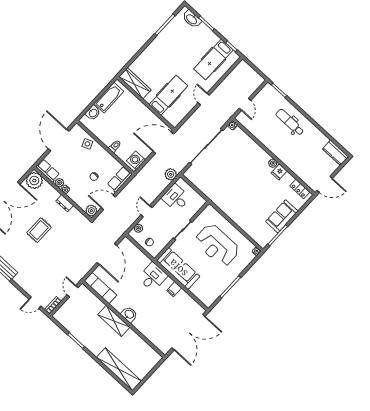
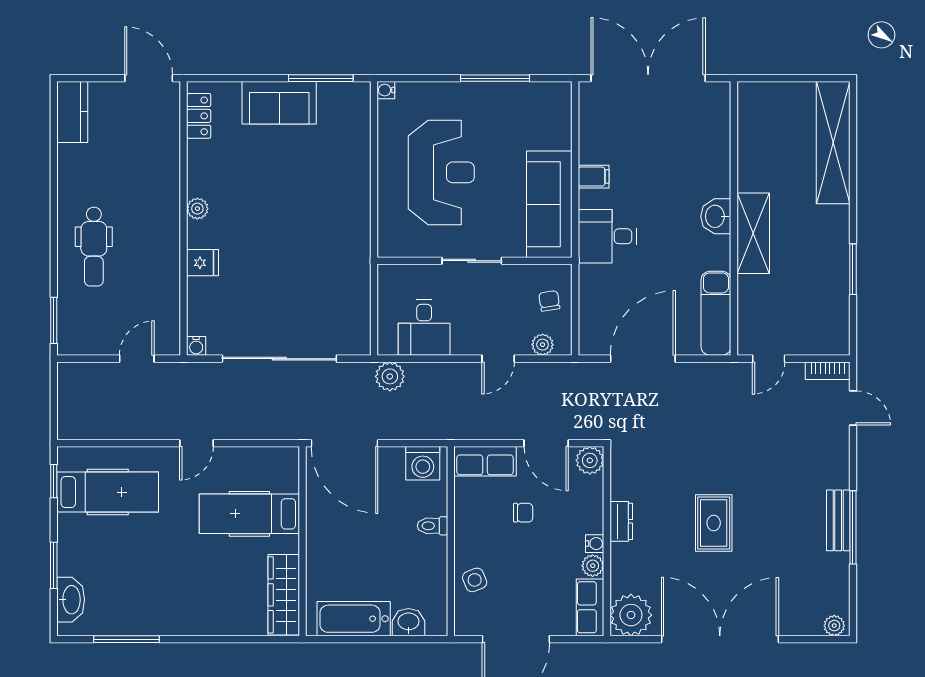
fridge: (279, 172) -> (202, 263), moved
rug: (39, 230) -> (714, 523), turned 90

